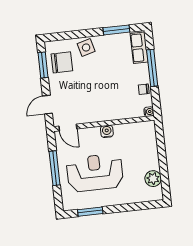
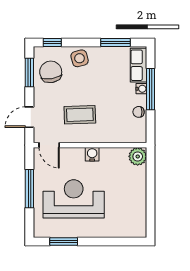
window: (60, 36) -> (52, 43), added
chair: (62, 62) -> (51, 72), turned -99
coffee table: (92, 98) -> (80, 115), added
water cooler: (149, 112) -> (141, 89), moved
plant: (153, 179) -> (138, 156), moved

